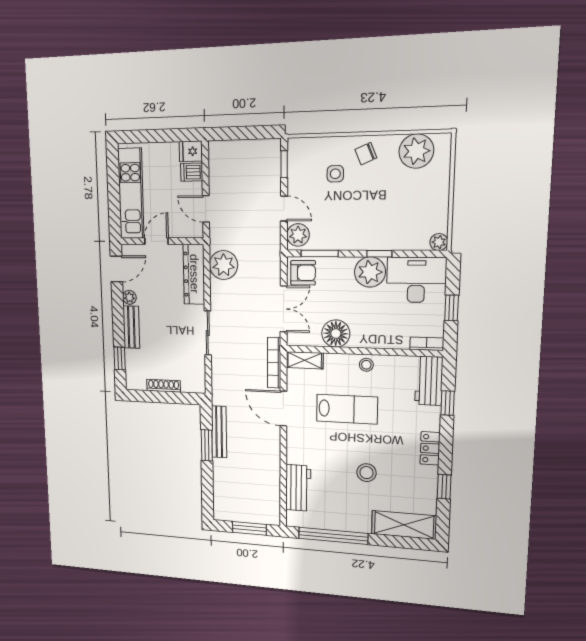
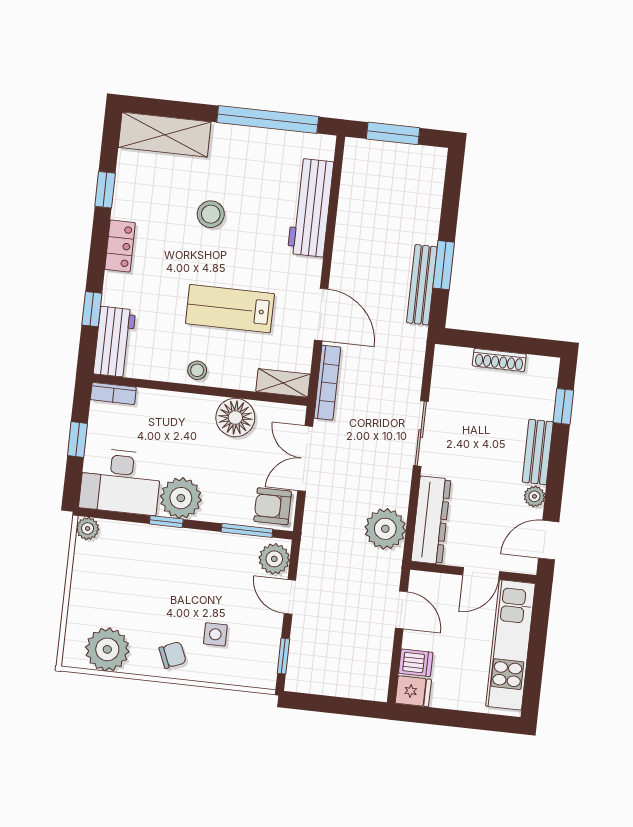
workbench: (298, 488) -> (311, 208), width x1.38

